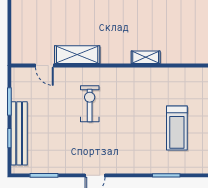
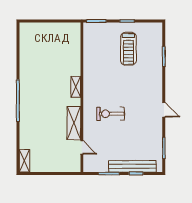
shelving: (146, 57) -> (76, 87), moved
door: (44, 66) -> (82, 147), hinge flipped
treadmill: (177, 128) -> (128, 49), turned 90

